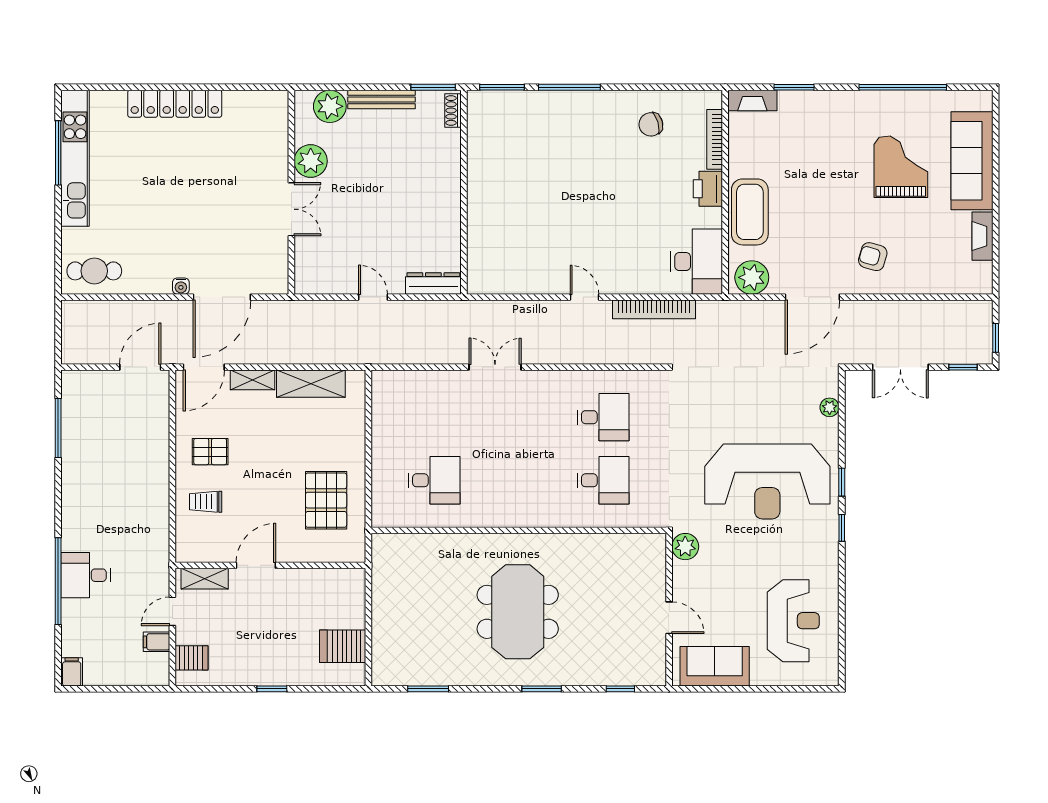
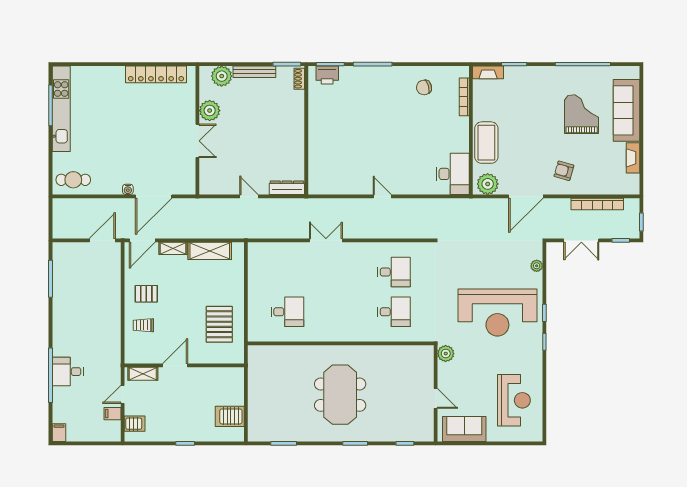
locker: (175, 104) -> (156, 74), moved
printer: (708, 189) -> (327, 75), moved, turned -90
bookcase: (654, 309) -> (597, 204), moved

